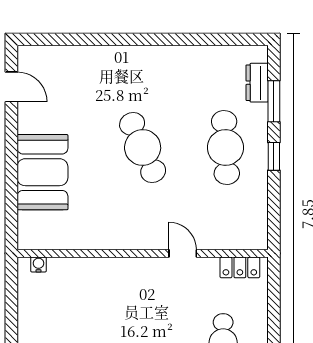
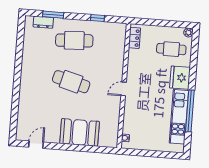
cafe table: (143, 148) -> (71, 82), turned 39
window: (274, 156) -> (98, 18), moved
door: (183, 253) -> (124, 89), moved

